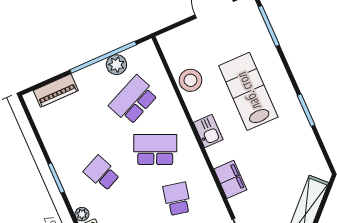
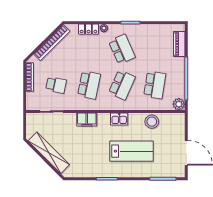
plant: (116, 65) -> (179, 104), moved
school desk: (133, 100) -> (155, 85), turned 33
school desk: (102, 173) -> (122, 49), width x1.85
school desk: (177, 199) -> (89, 85), width x1.85

